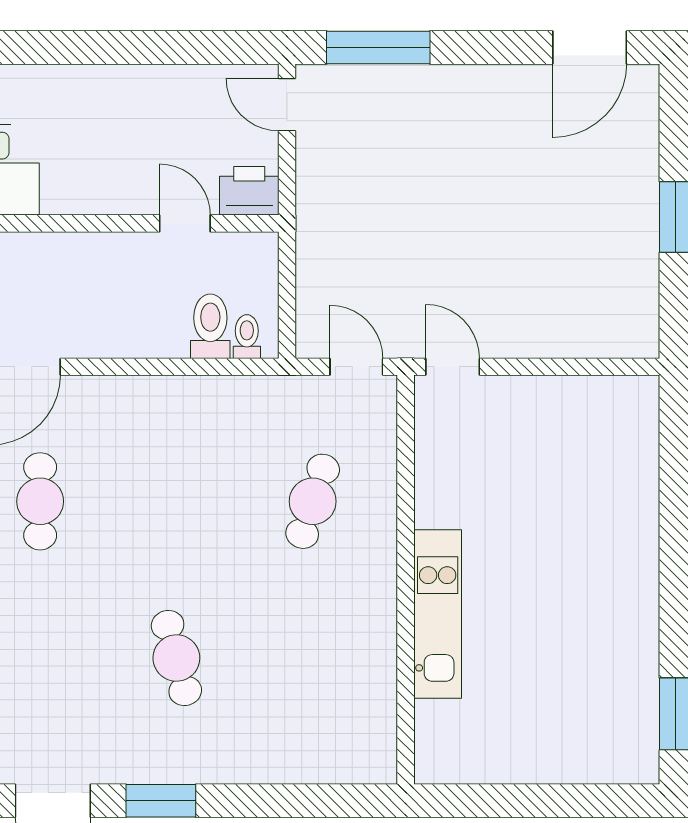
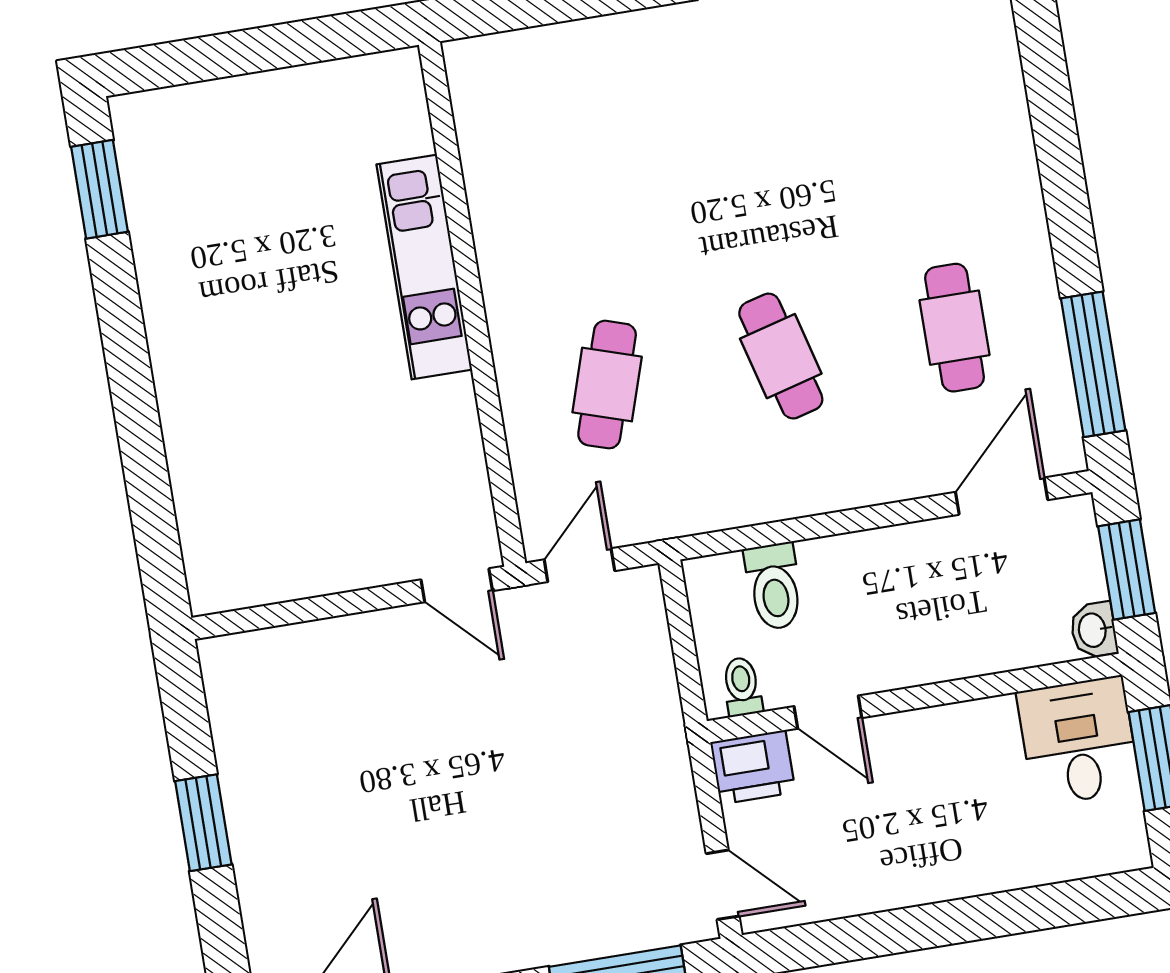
toilet: (247, 337) -> (742, 687), moved, turned 180
door: (356, 367) -> (579, 565), swing flipped
cafe table: (176, 658) -> (781, 356), moved

